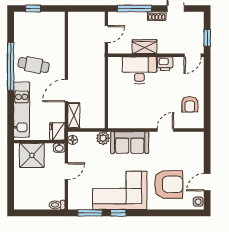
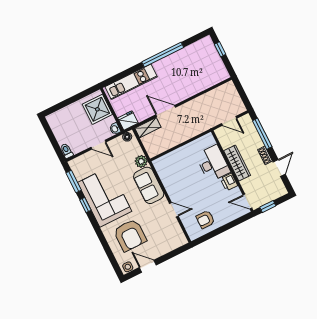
wardrobe: (145, 47) -> (237, 163), width x1.50
cafe table: (34, 65) -> (173, 73), removed

